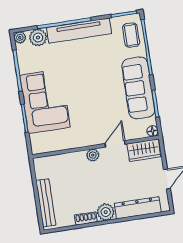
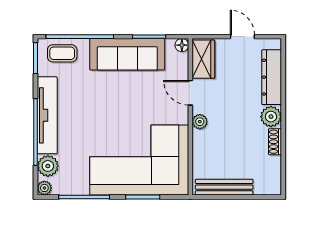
corner sofa: (45, 101) -> (139, 160), width x1.36, depth x1.36
bench: (46, 203) -> (224, 187), moved

